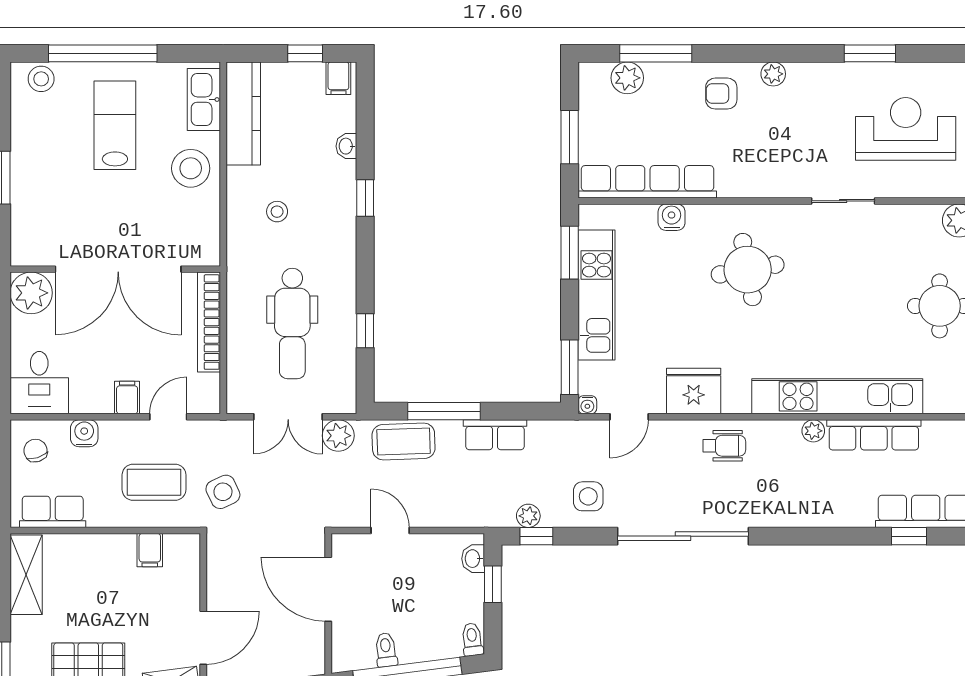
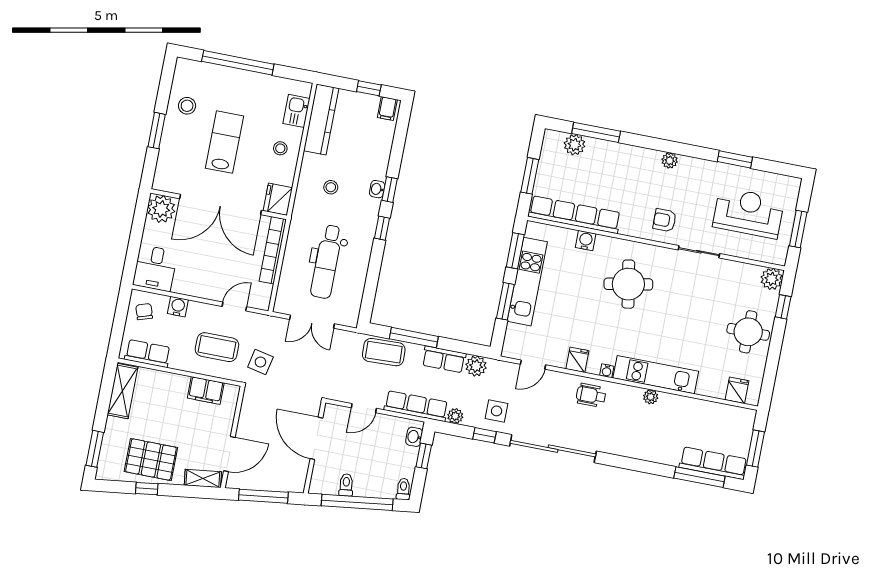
stool: (41, 79) -> (187, 106), moved
armchair: (721, 94) -> (665, 220), moved
kitchen sink: (204, 100) -> (296, 111), width x0.73
lab bench: (115, 125) -> (225, 142), moved
washbasin: (346, 146) -> (377, 189), moved
stool: (191, 168) -> (280, 148), width x0.53, depth x0.53
fridge: (202, 245) -> (278, 199), added
window: (365, 331) -> (382, 228), moved
window: (570, 367) -> (505, 301), moved
fridge: (694, 391) -> (577, 360), width x0.53, depth x0.75
kitchen unit: (837, 396) -> (656, 375), width x0.73
fridge: (940, 396) -> (737, 390), added
filing cabinet: (127, 398) -> (210, 289), removed
water cooler: (587, 405) -> (607, 371), moved
row of seats: (874, 435) -> (416, 406), moved, turned 180
plant: (338, 436) -> (476, 366), moved
wheelchair: (724, 446) -> (591, 395), turned 180
side table: (223, 492) -> (260, 362), turned 37
door: (390, 530) -> (364, 408), swing flipped
window: (536, 536) -> (485, 435), moved
window: (909, 536) -> (699, 477), width x2.17
filing cabinet: (150, 550) -> (206, 391), width x2.00

